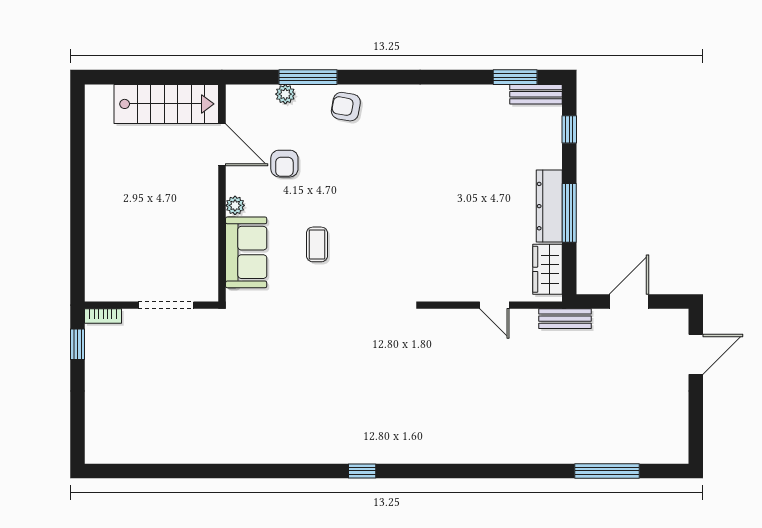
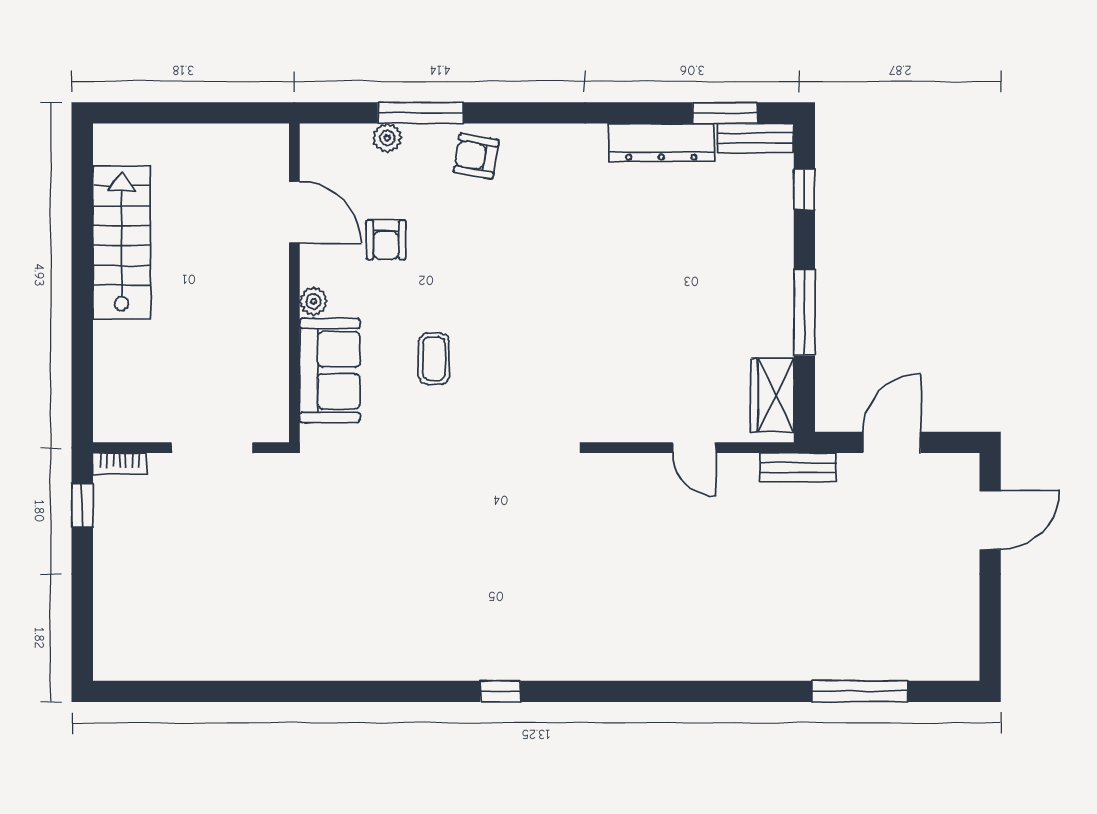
stairs: (166, 104) -> (122, 242), moved, turned -90
dresser: (549, 206) -> (661, 142), moved, turned -90

